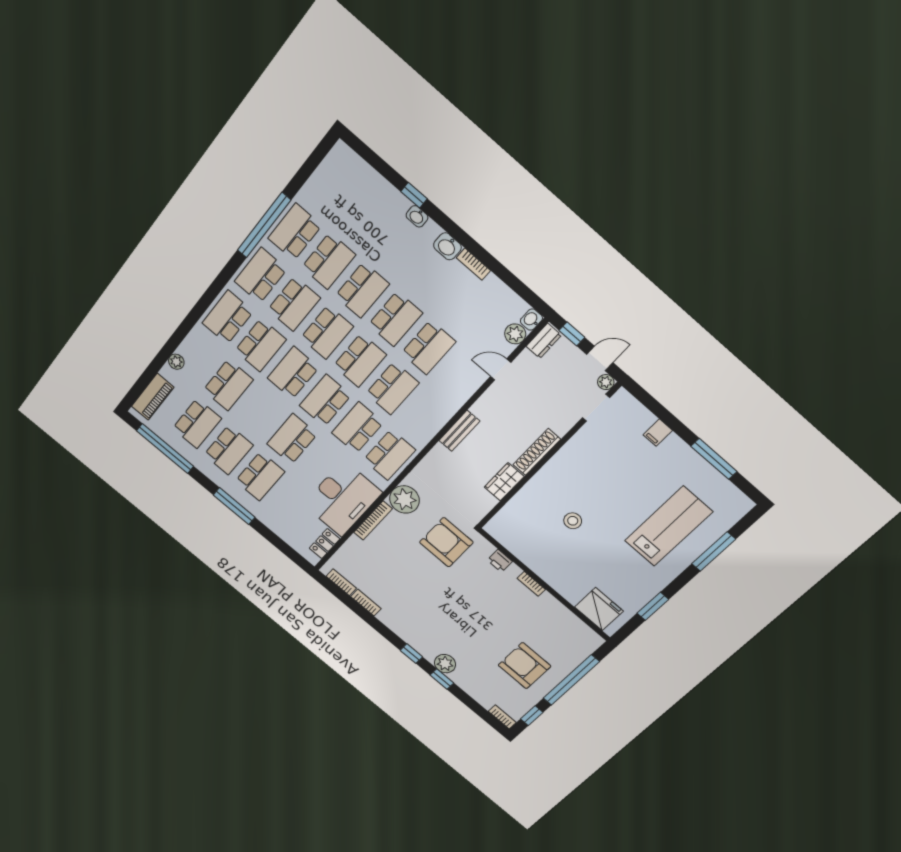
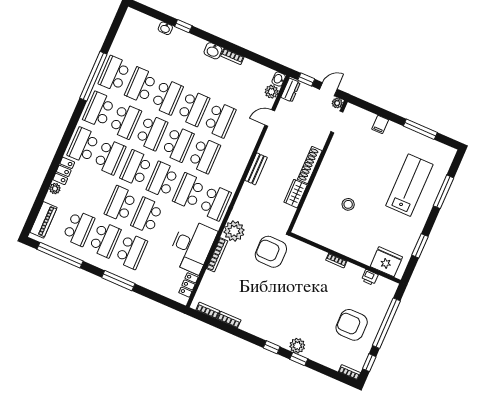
washbasin: (417, 216) -> (165, 28), moved
school desk: (329, 261) -> (141, 85), turned 180
locker: (193, 343) -> (64, 171), added
school desk: (228, 385) -> (120, 204), moved, turned 180
printer: (500, 561) -> (370, 277), moved

